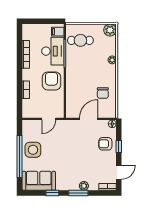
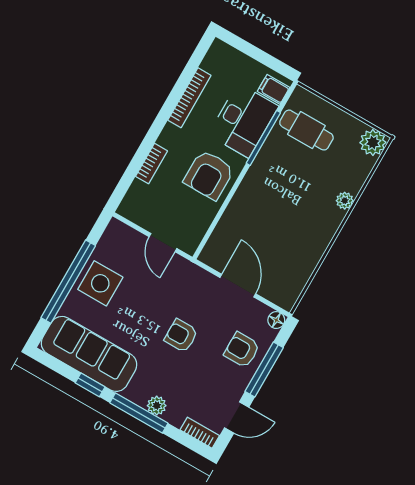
armchair: (52, 81) -> (209, 175), turned 180
chair: (103, 93) -> (292, 252), removed
door: (49, 119) -> (163, 243), hinge flipped
door: (89, 119) -> (238, 286), hinge flipped
window: (119, 147) -> (264, 370), width x2.17
armchair: (78, 152) -> (181, 336), added
sofa: (39, 181) -> (89, 354), width x1.36
window: (78, 193) -> (139, 413), width x1.44

